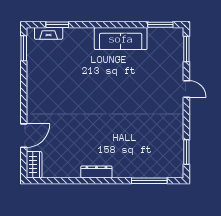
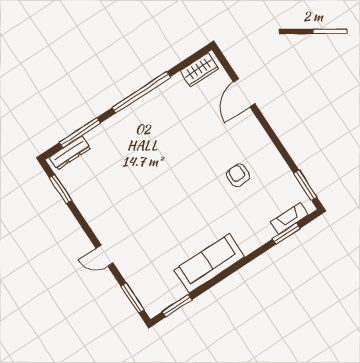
armchair: (64, 84) -> (238, 175), added
wardrobe: (34, 165) -> (199, 70), moved, turned -90
dresser: (96, 172) -> (70, 153), moved
window: (91, 181) -> (141, 92), added

